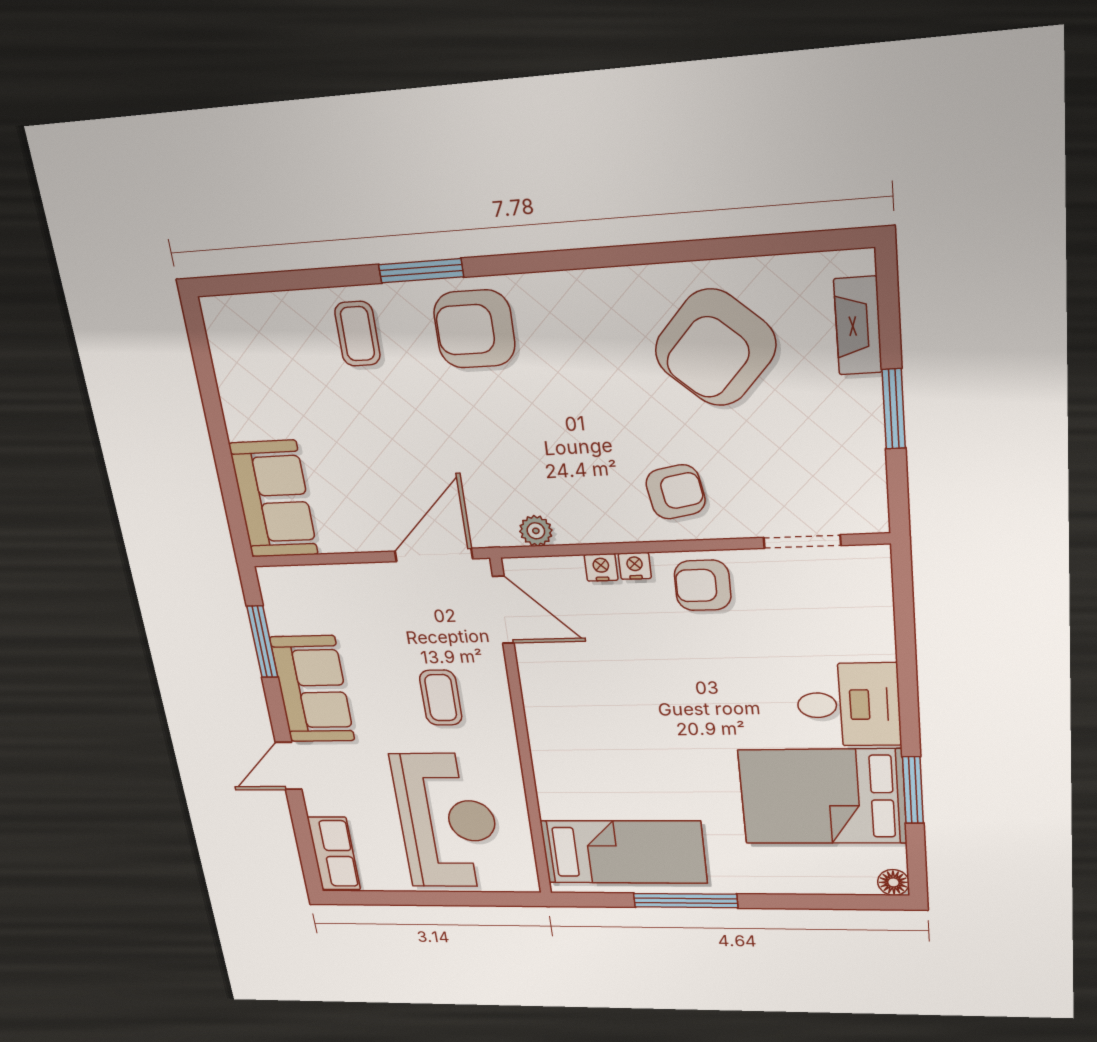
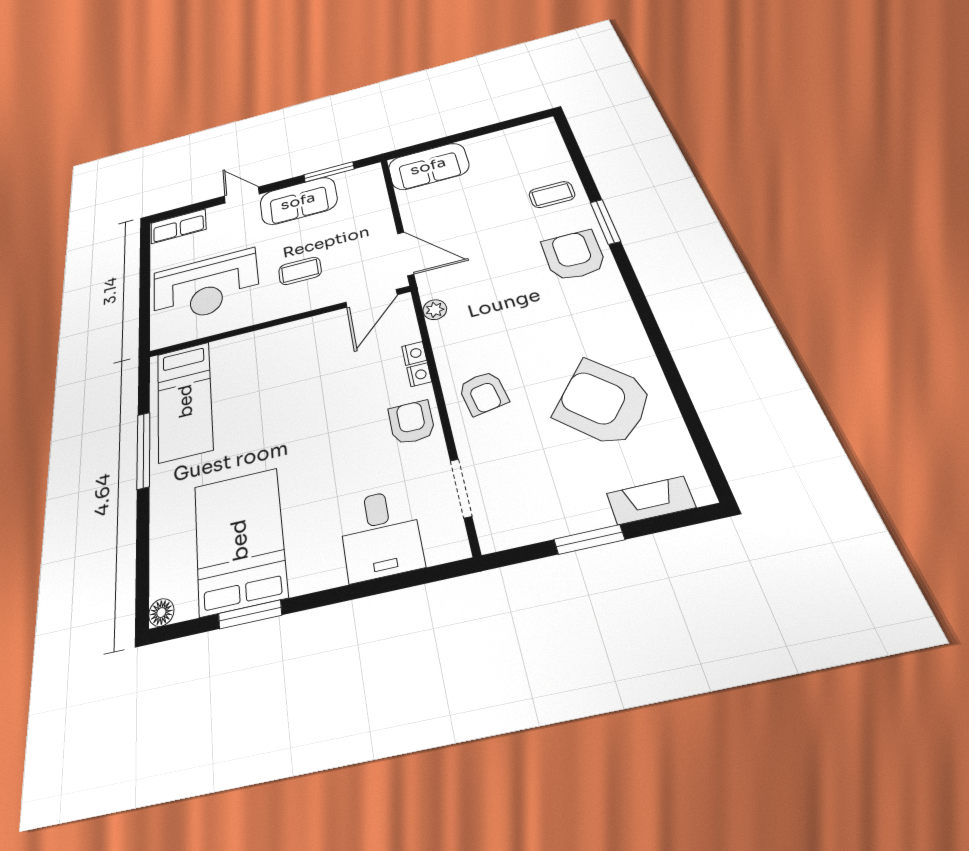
desk: (849, 705) -> (380, 534), moved

